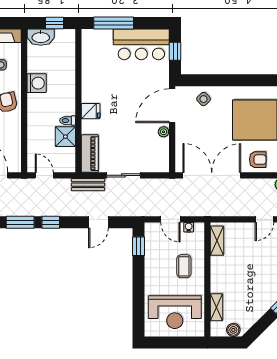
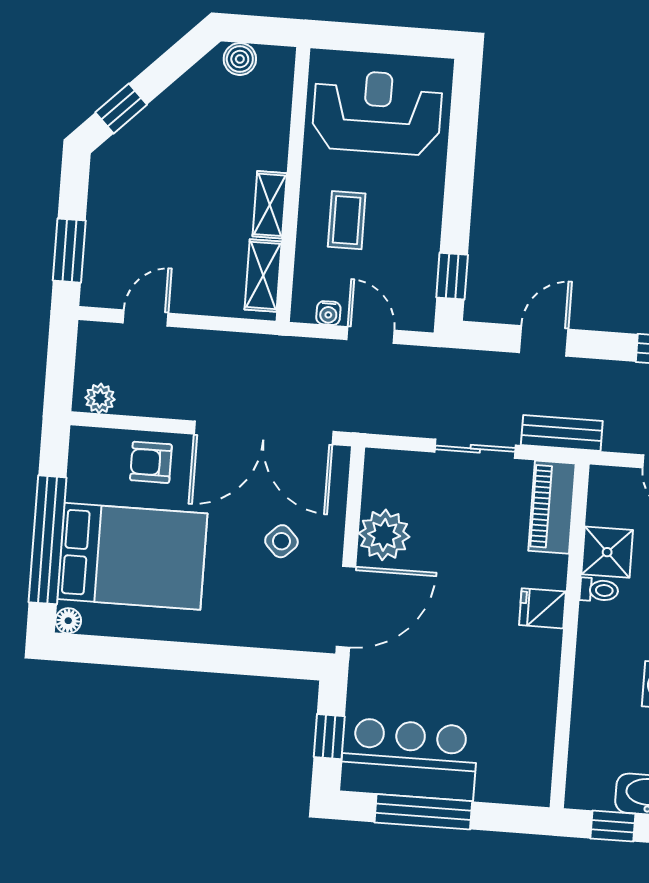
window: (114, 23) -> (423, 812), moved
side table: (204, 99) -> (281, 541), moved
plant: (164, 132) -> (384, 535), width x1.88, depth x1.88
shelving: (216, 307) -> (270, 205), moved

